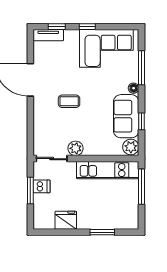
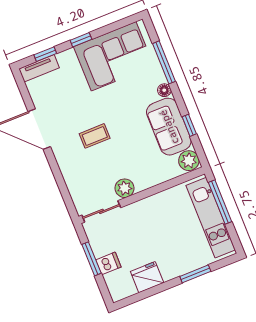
kitchen unit: (108, 170) -> (211, 218), moved, turned 90
dishwasher: (42, 186) -> (108, 263), moved

